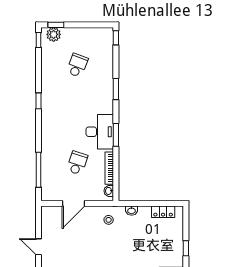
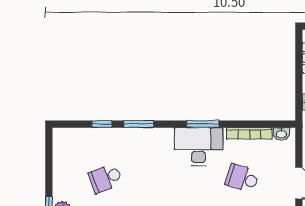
window: (116, 38) -> (102, 124), moved
school desk: (77, 65) -> (106, 178), turned -42

